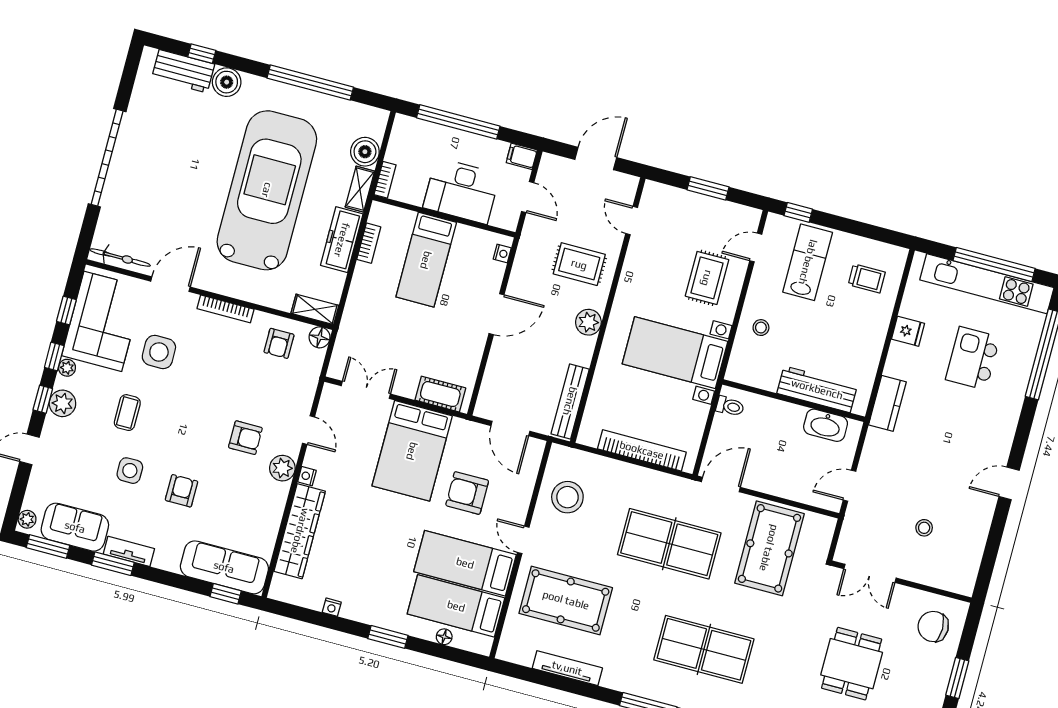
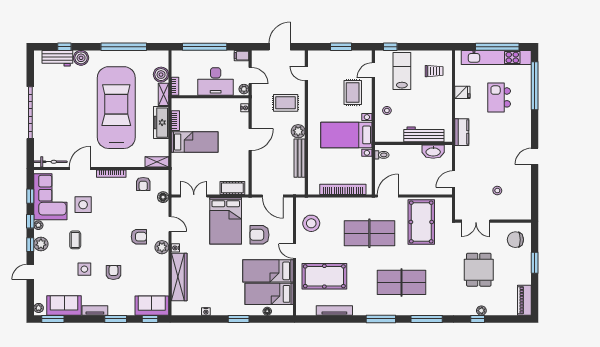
plant: (510, 219) -> (244, 89), added
bed: (426, 260) -> (195, 142), moved, turned -90
floor lamp: (320, 337) -> (163, 197), moved
bench: (570, 401) -> (300, 158), moved
window: (113, 564) -> (116, 319), moved
sofa: (224, 567) -> (152, 306), width x0.73

